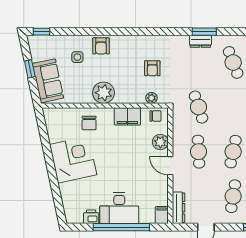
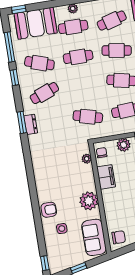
armchair: (152, 68) -> (61, 162), removed
sofa: (48, 81) -> (94, 237), moved, turned -78
cafe table: (199, 107) -> (88, 117), turned 33
chair: (89, 123) -> (119, 237), moved

